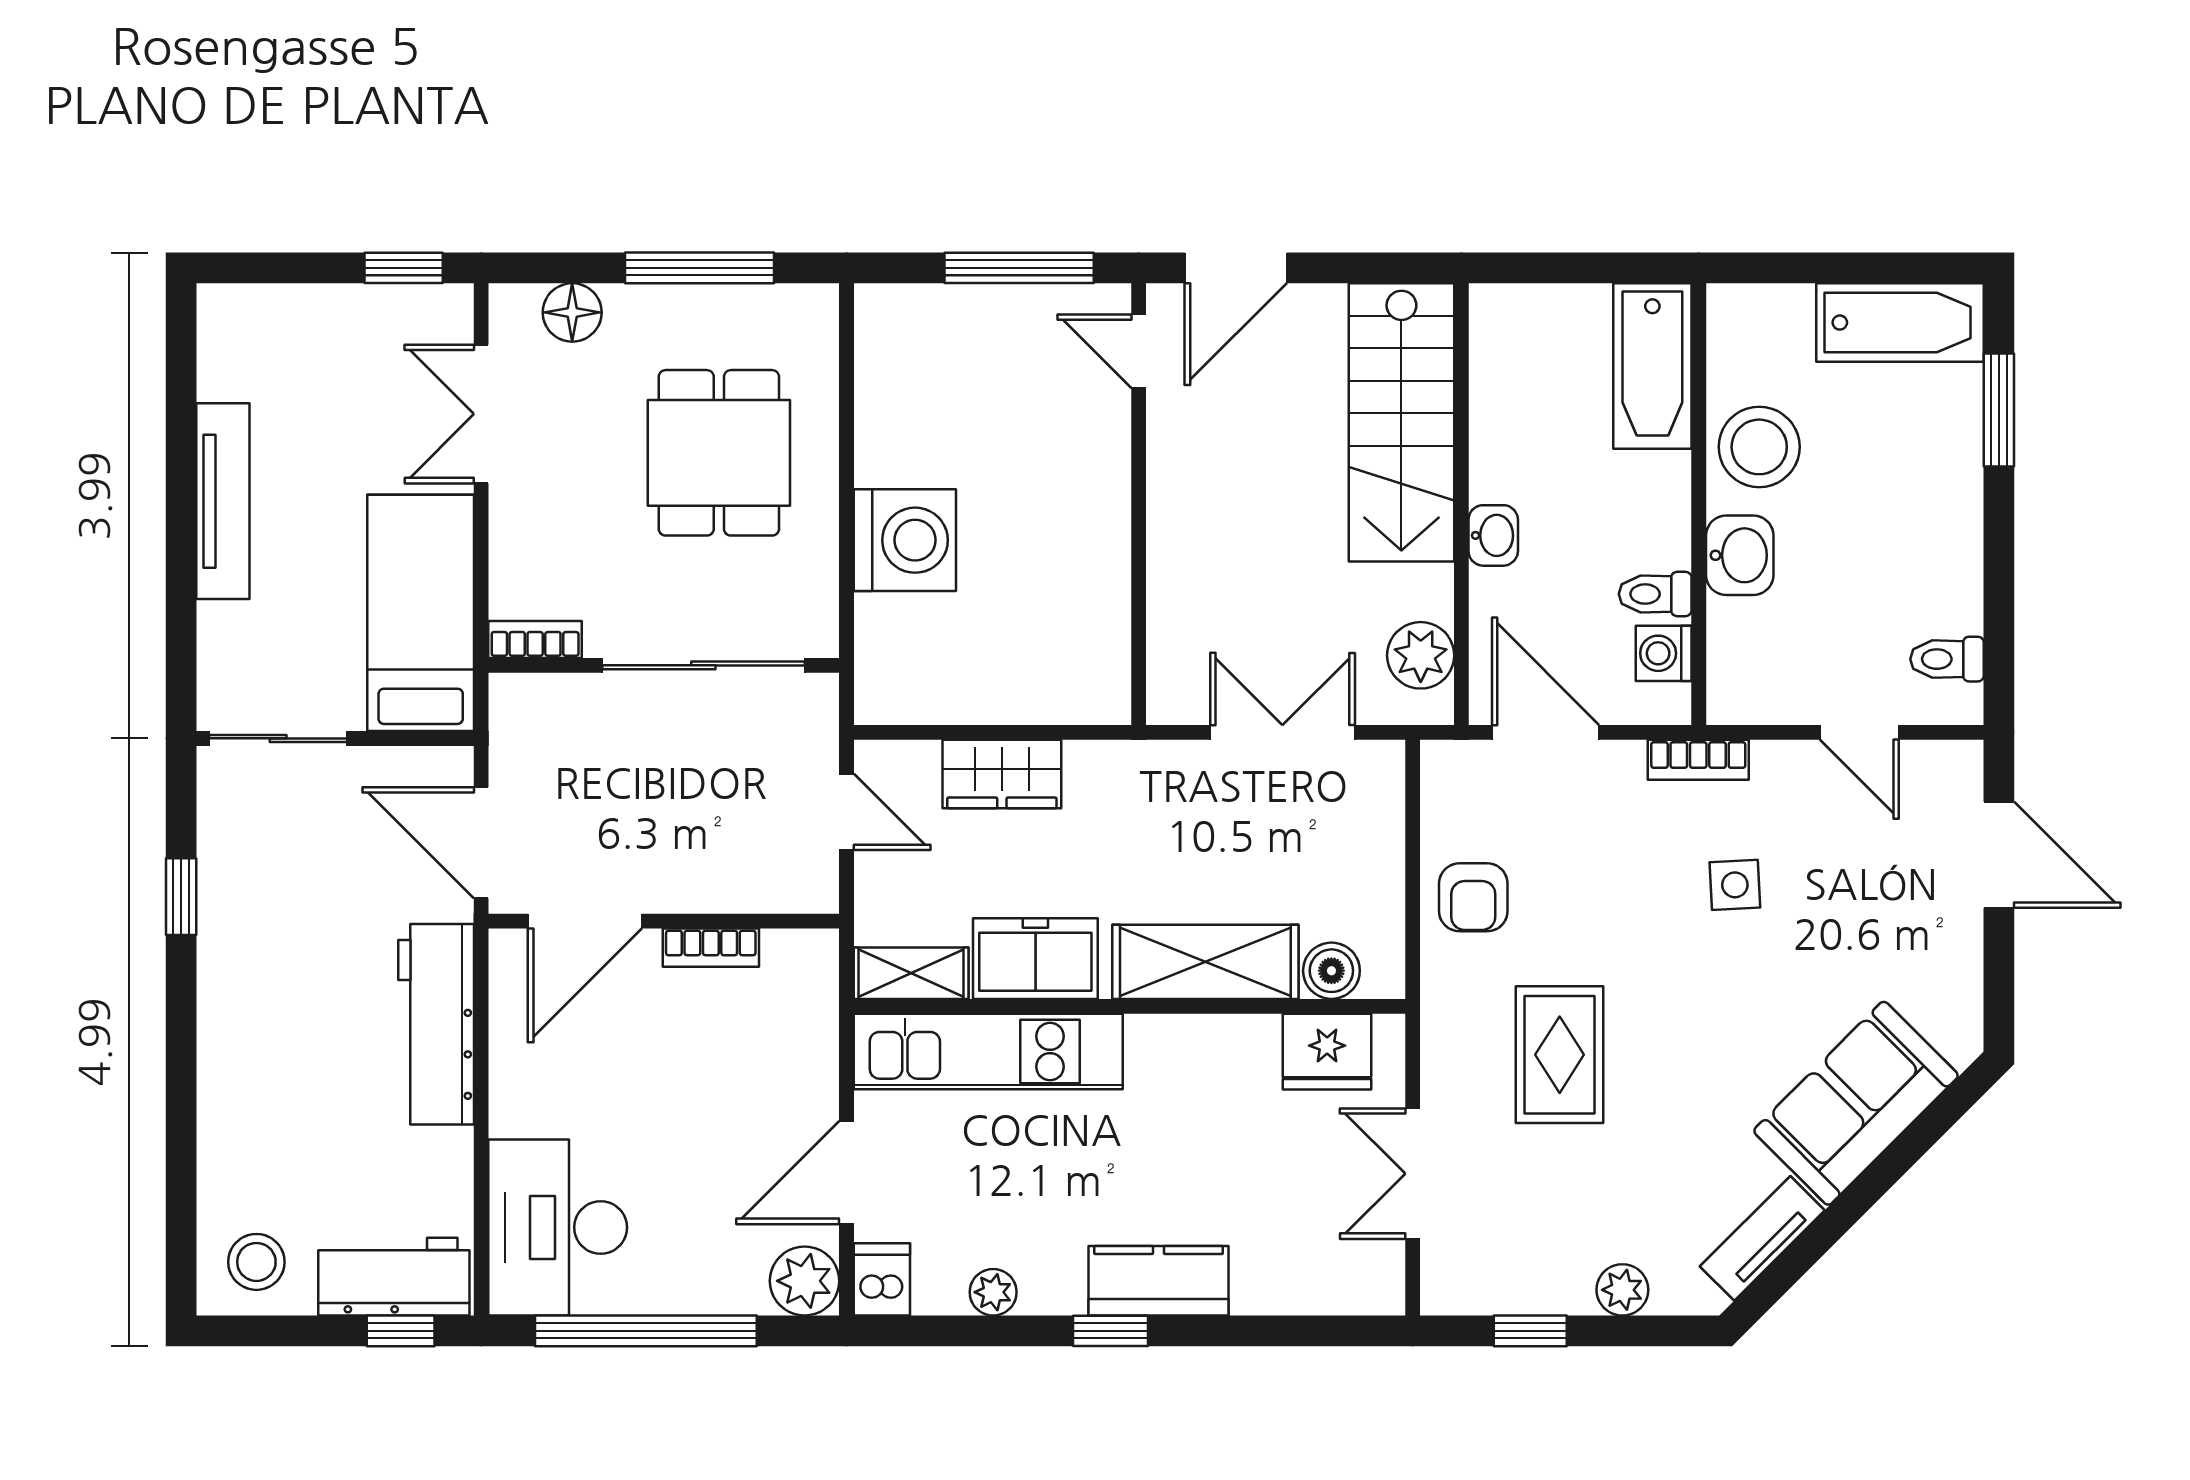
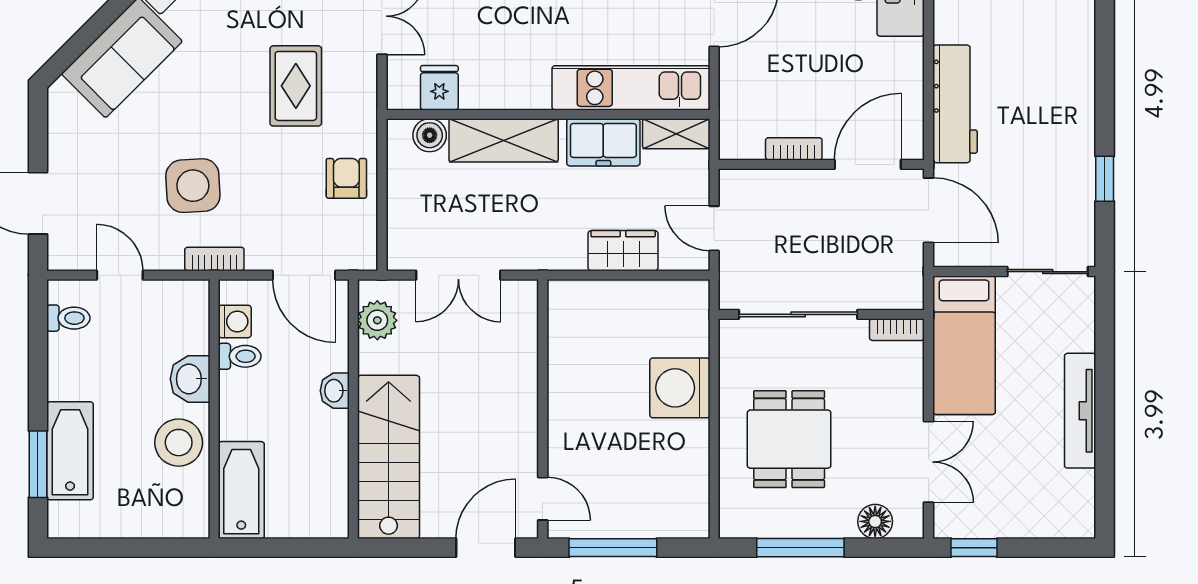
bathtub: (1900, 323) -> (70, 451), moved, turned 90
side table: (1735, 885) -> (193, 186), width x1.87, depth x1.87
fridge: (1327, 1052) -> (439, 88), width x0.72

